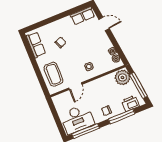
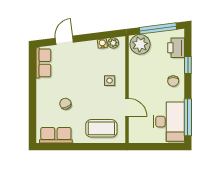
window: (122, 116) -> (188, 65), width x0.46

